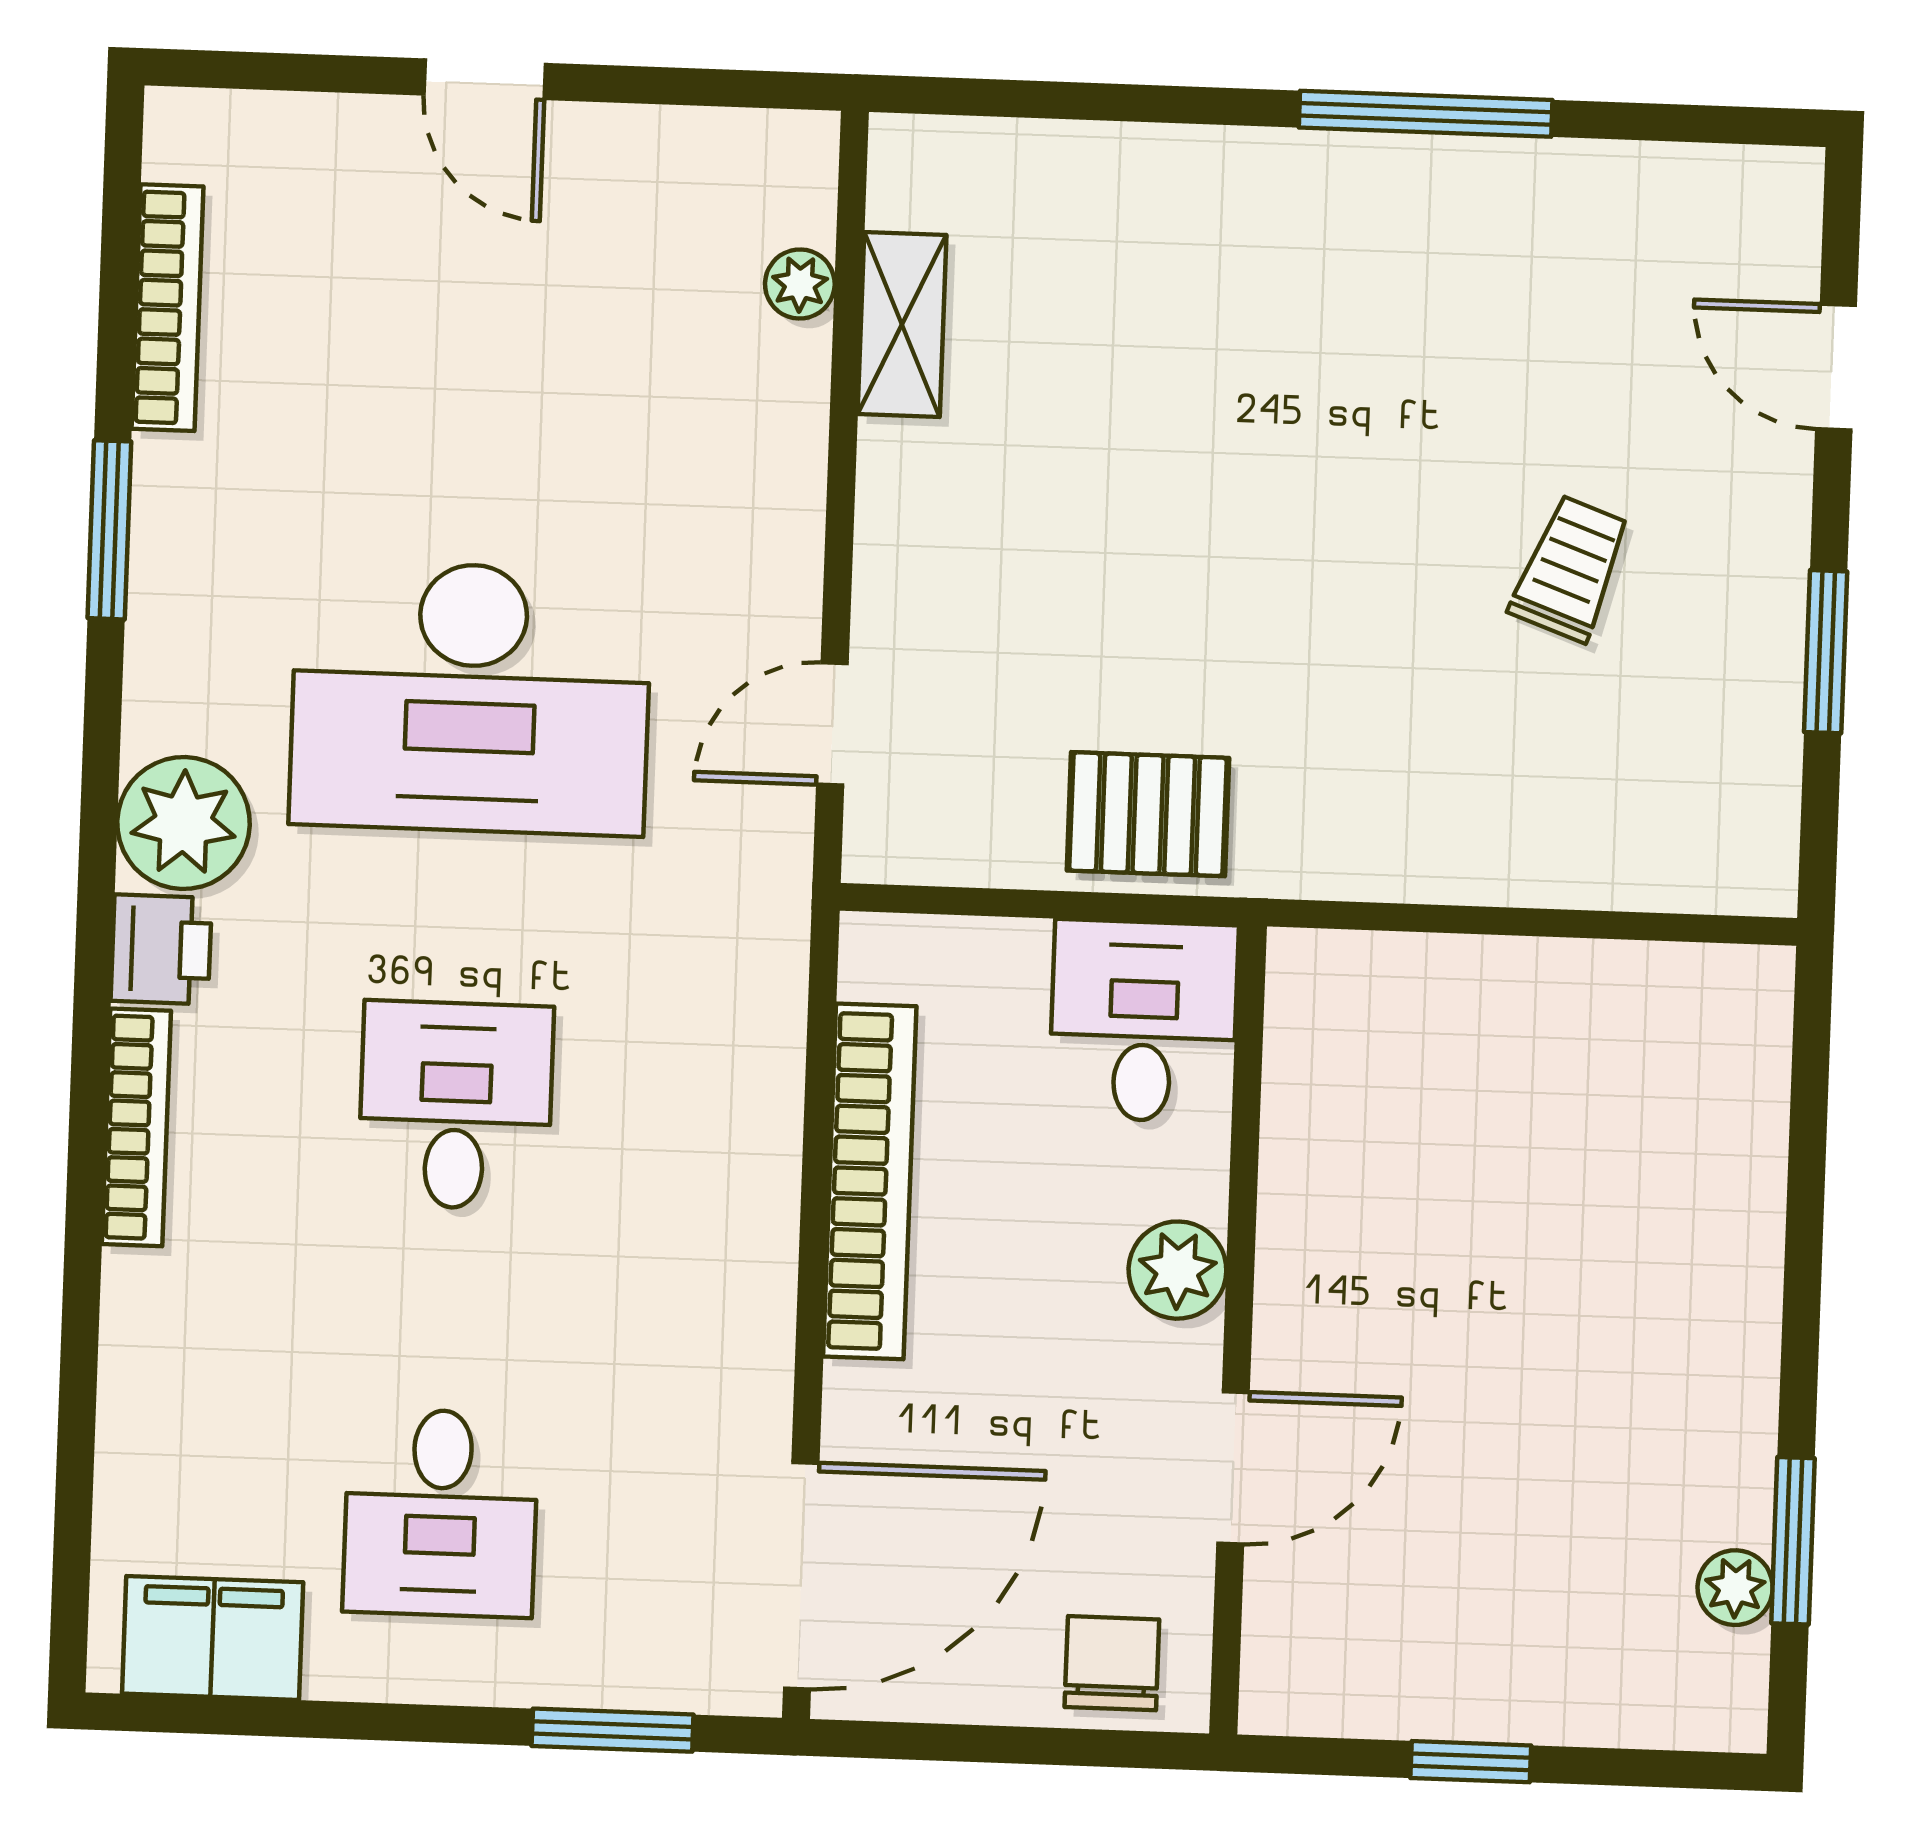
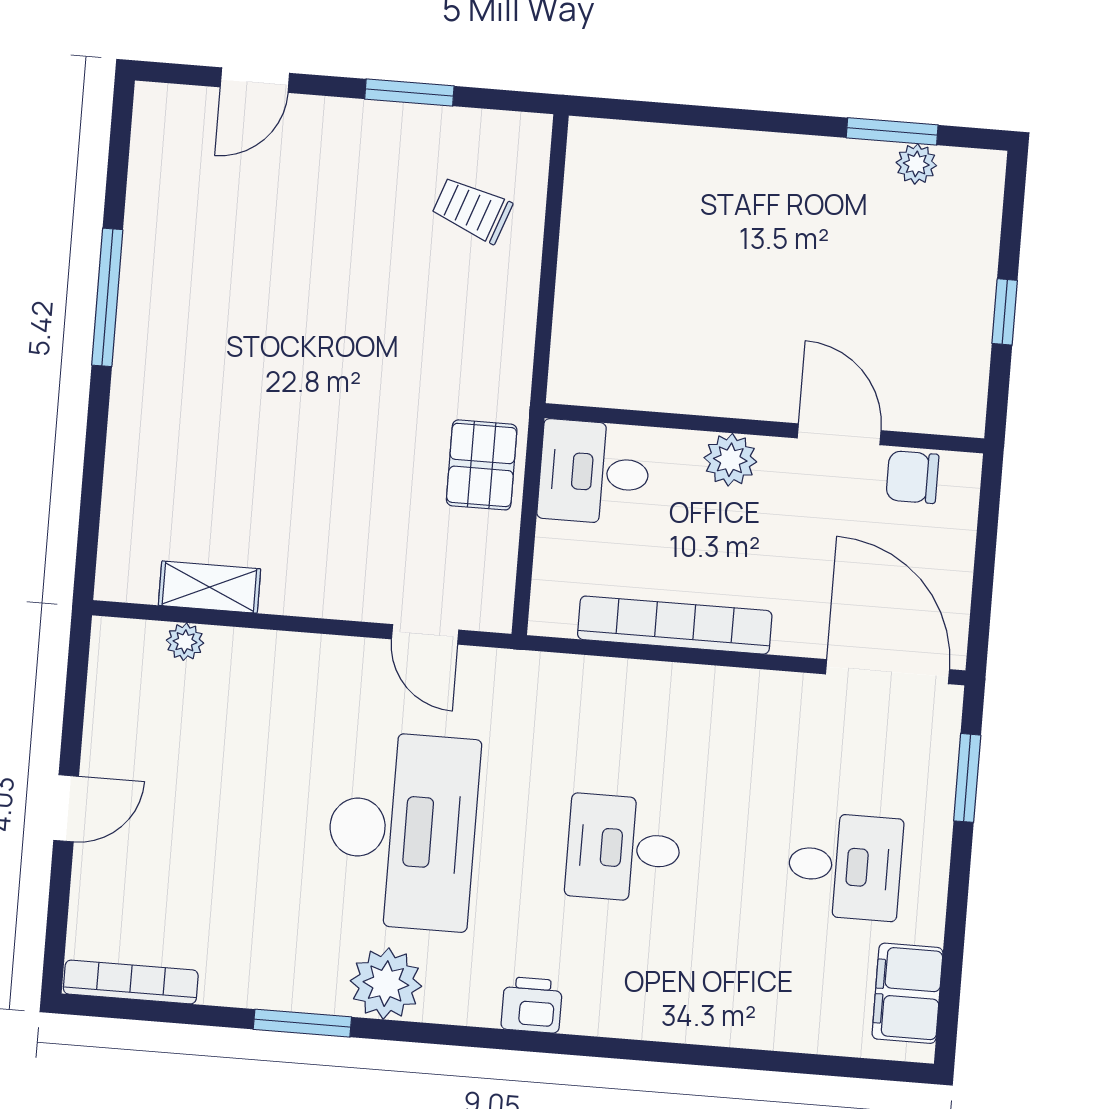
bookcase: (168, 308) -> (131, 982), moved
trolley: (1570, 568) -> (472, 210), moved
plant: (183, 823) -> (386, 984), moved
bookcase: (136, 1127) -> (628, 1023), removed
chair: (1112, 1663) -> (912, 477), moved

